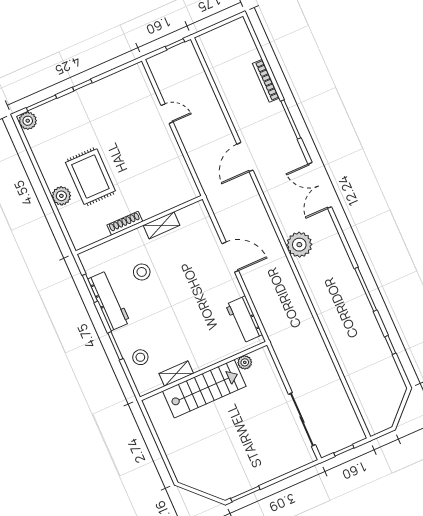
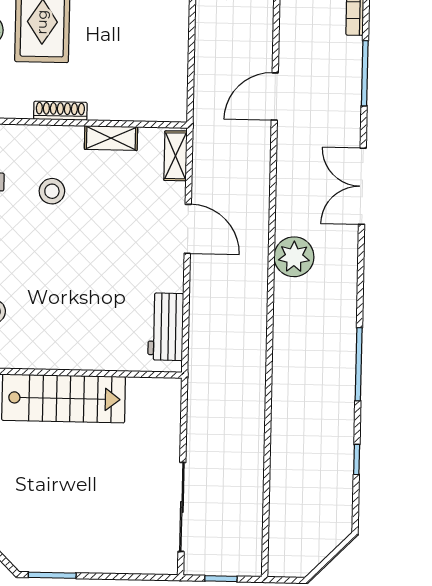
plant: (245, 362) -> (138, 388), removed
shelving: (176, 373) -> (175, 156), moved, turned 90

